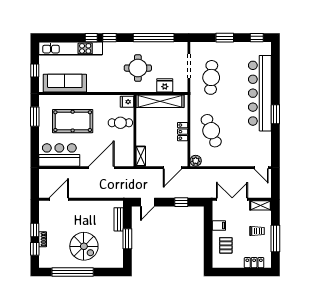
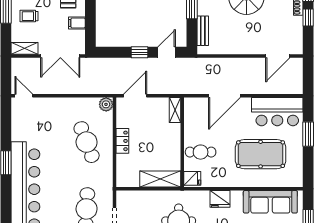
fridge: (165, 85) -> (220, 199), moved
shelving: (160, 101) -> (160, 179), width x0.68
window: (35, 117) -> (308, 134), moved
window: (181, 202) -> (140, 52), moved

